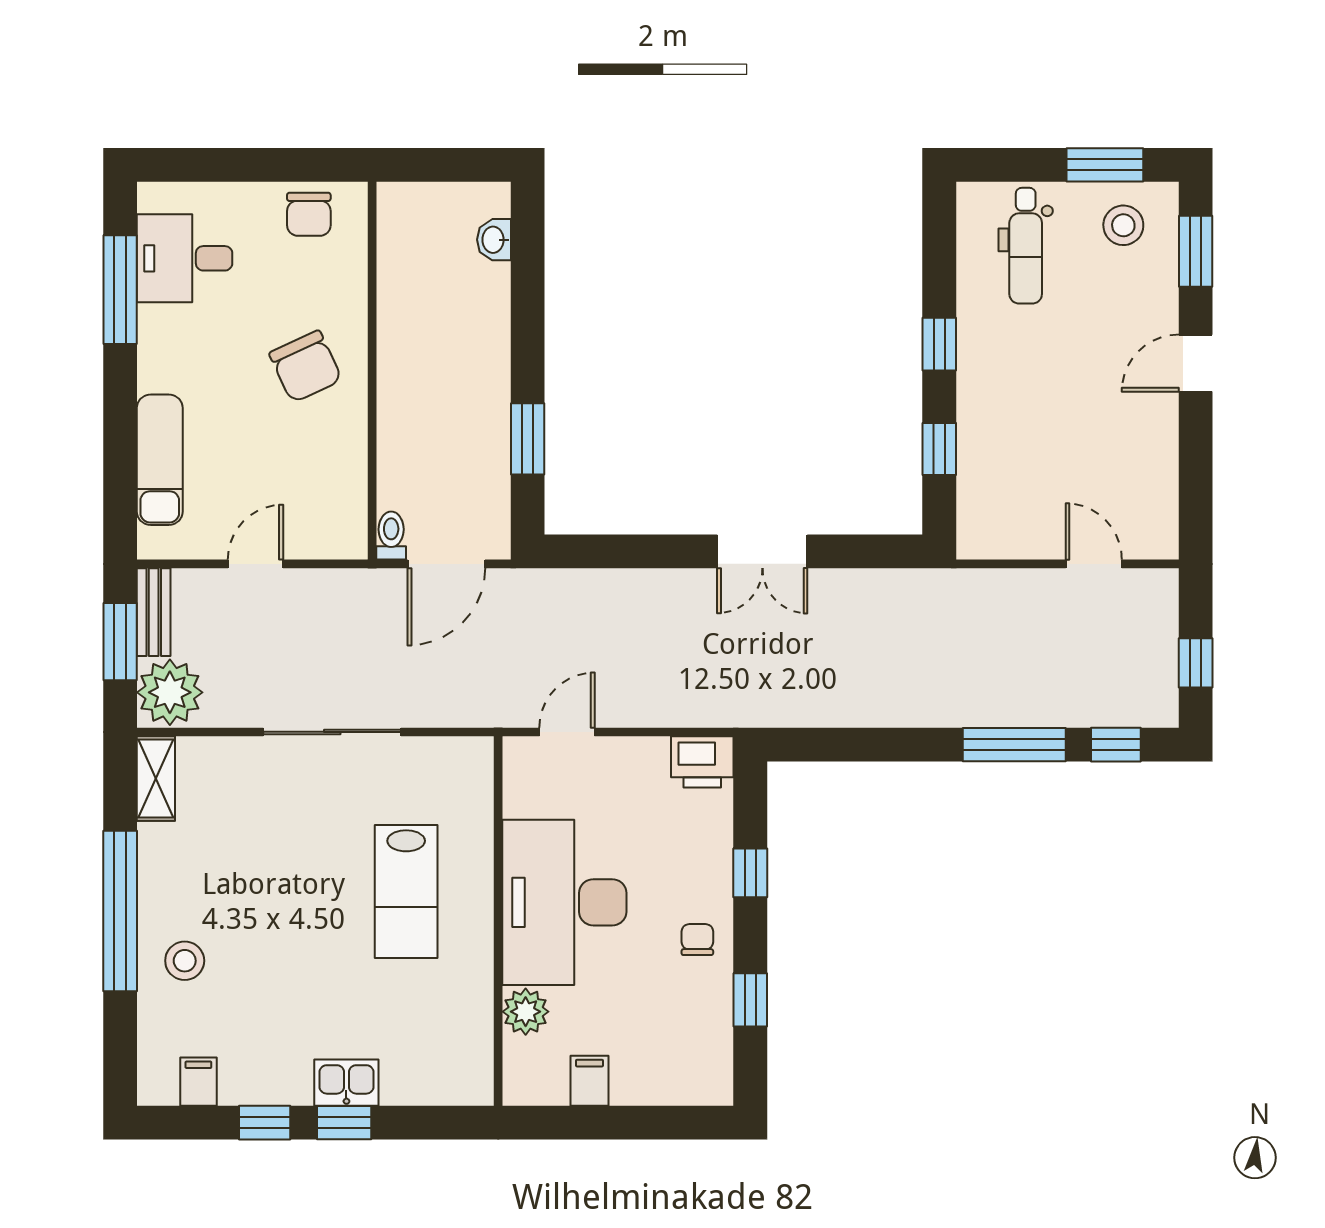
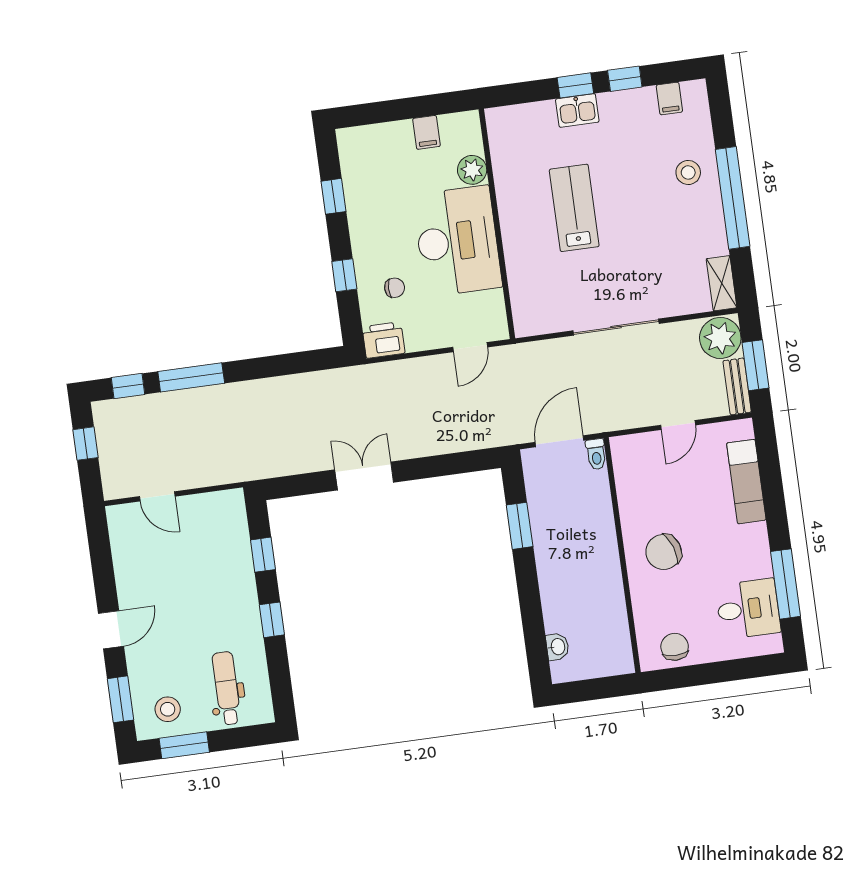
chair: (306, 366) -> (664, 552), turned -84
lab bench: (406, 891) -> (574, 208), moved
chair: (697, 940) -> (395, 288), moved, turned -90

